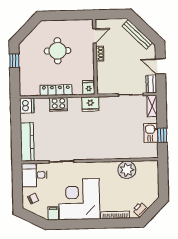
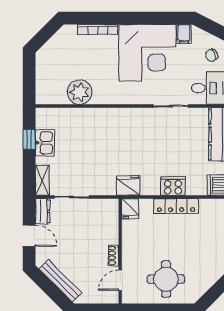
round table: (58, 51) -> (166, 279), moved
printer: (140, 209) -> (62, 36), removed

